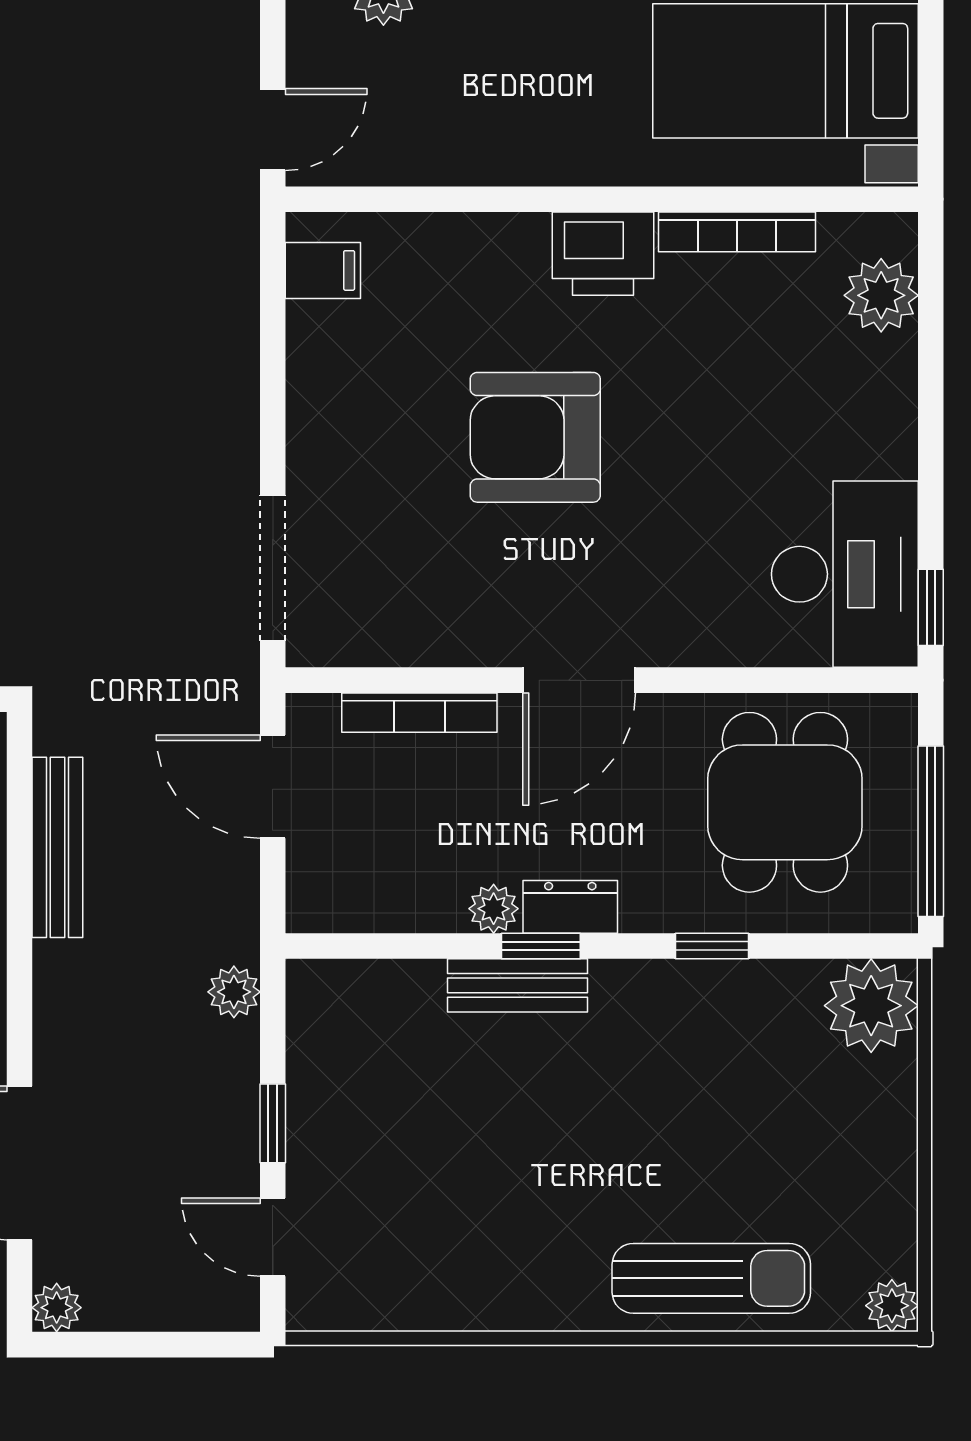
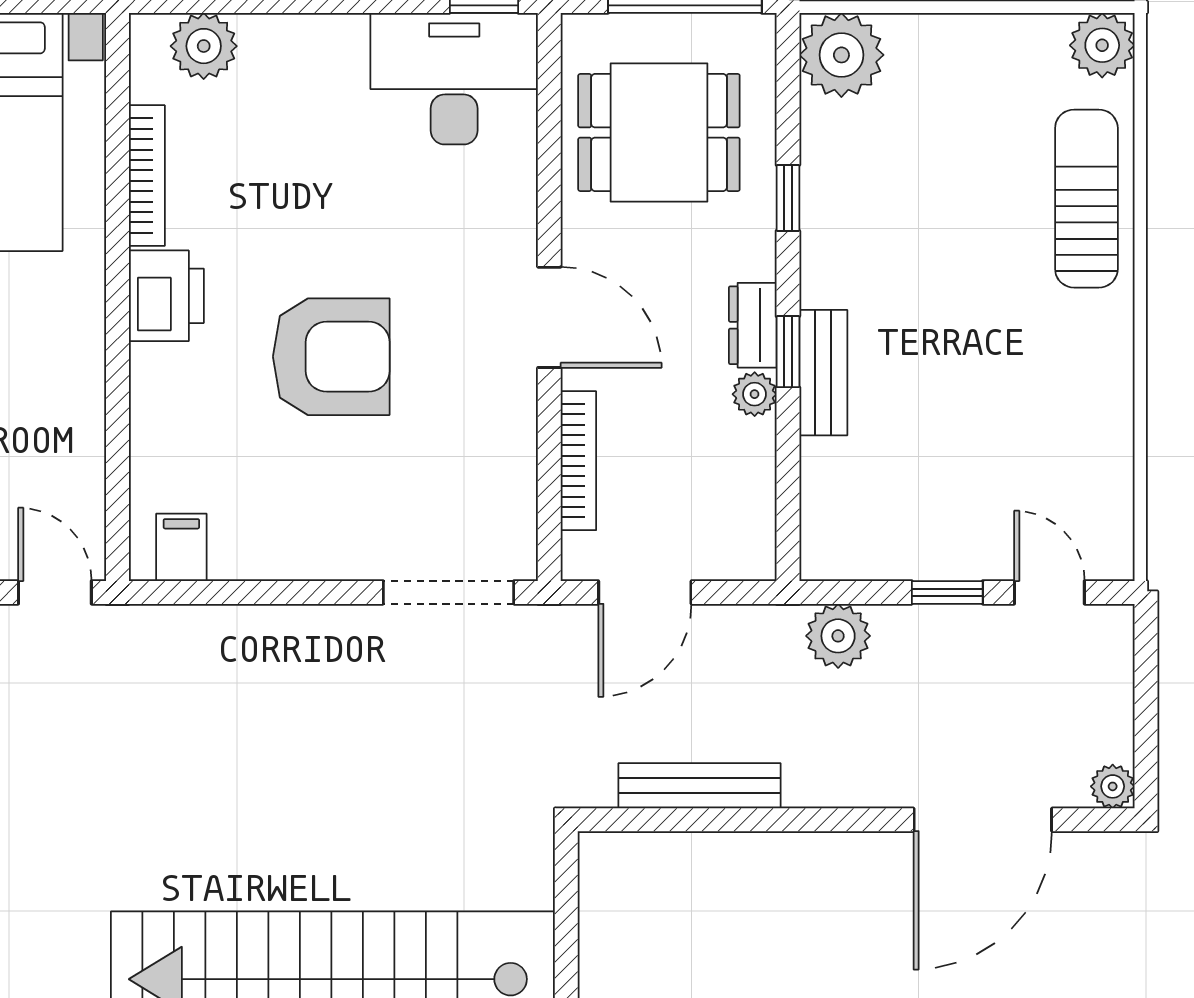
armchair: (535, 437) -> (331, 357), turned -90
plant: (234, 992) -> (838, 636), width x1.38, depth x1.38
door: (273, 1237) -> (1049, 592), swing flipped
plant: (892, 1306) -> (1102, 45), width x1.38, depth x1.38

